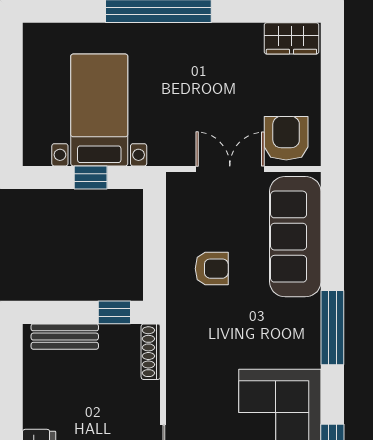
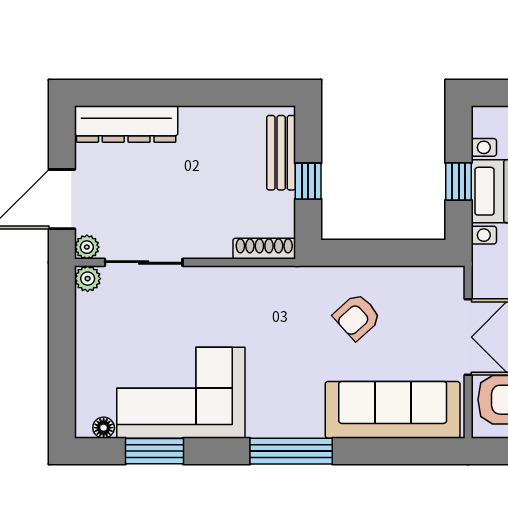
armchair: (212, 269) -> (357, 317), turned 48
window: (114, 312) -> (308, 181), moved

